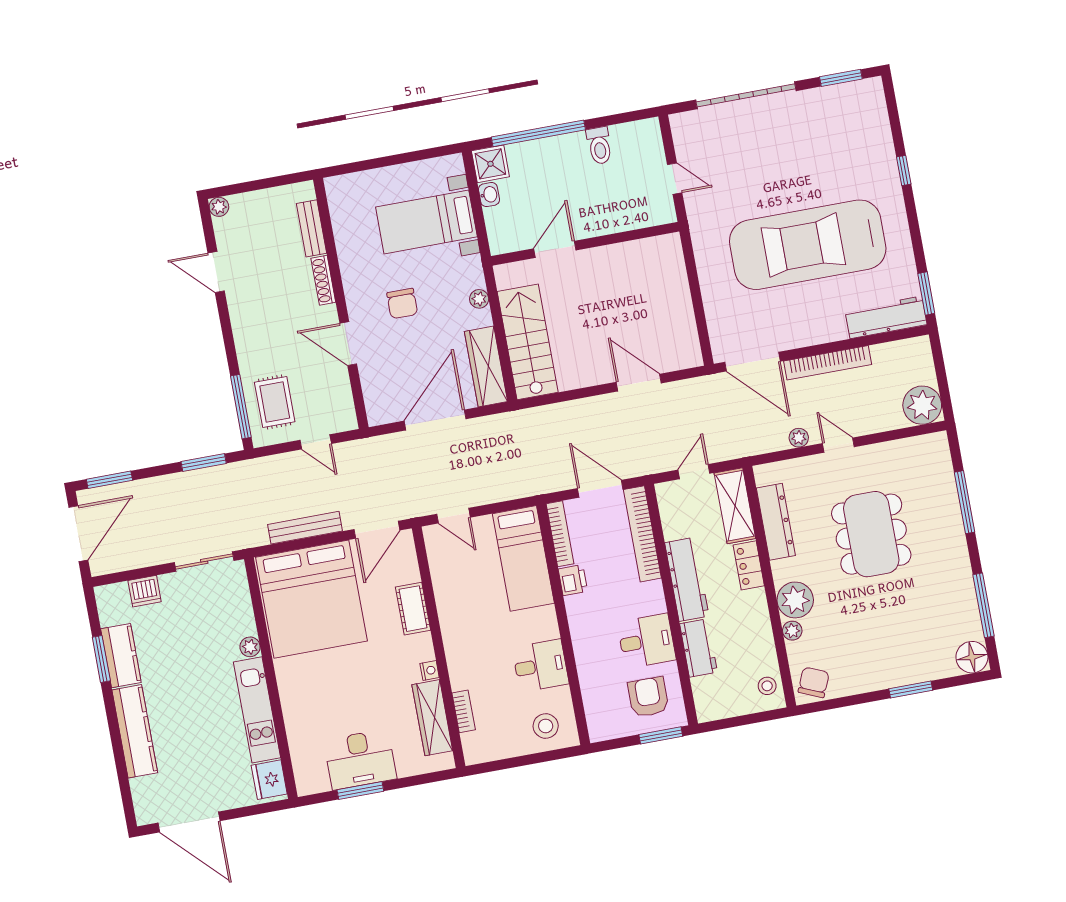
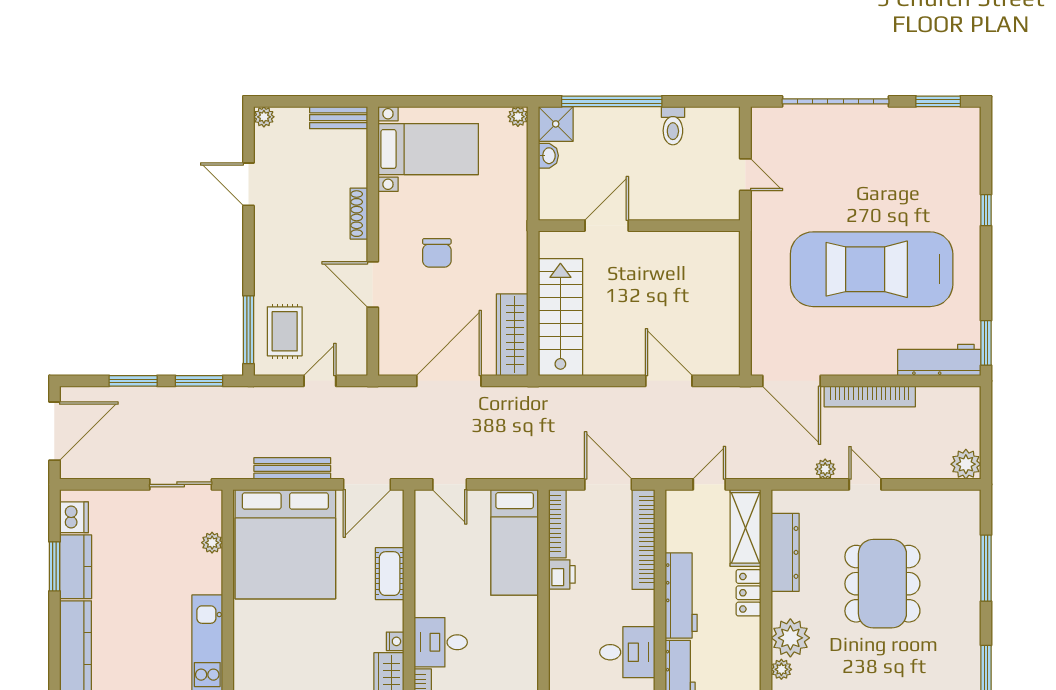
bed with nightstands: (426, 222) -> (428, 149), moved, turned 180
bench: (311, 228) -> (339, 118), moved, turned 90
plant: (479, 299) -> (518, 117), moved
plant: (922, 405) -> (966, 464), width x0.73, depth x0.73
door: (316, 442) -> (320, 381), swing flipped
window: (109, 480) -> (133, 381), moved
dishwasher: (145, 591) -> (74, 517), moved, turned -90
plant: (250, 647) -> (212, 543), moved
desk: (540, 666) -> (441, 642), moved, turned 180

